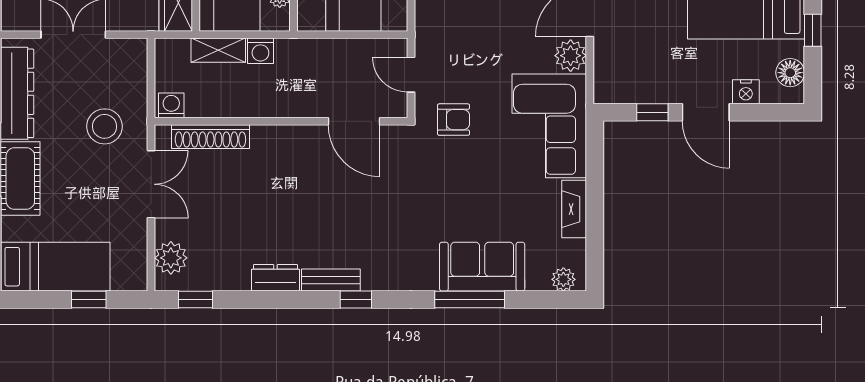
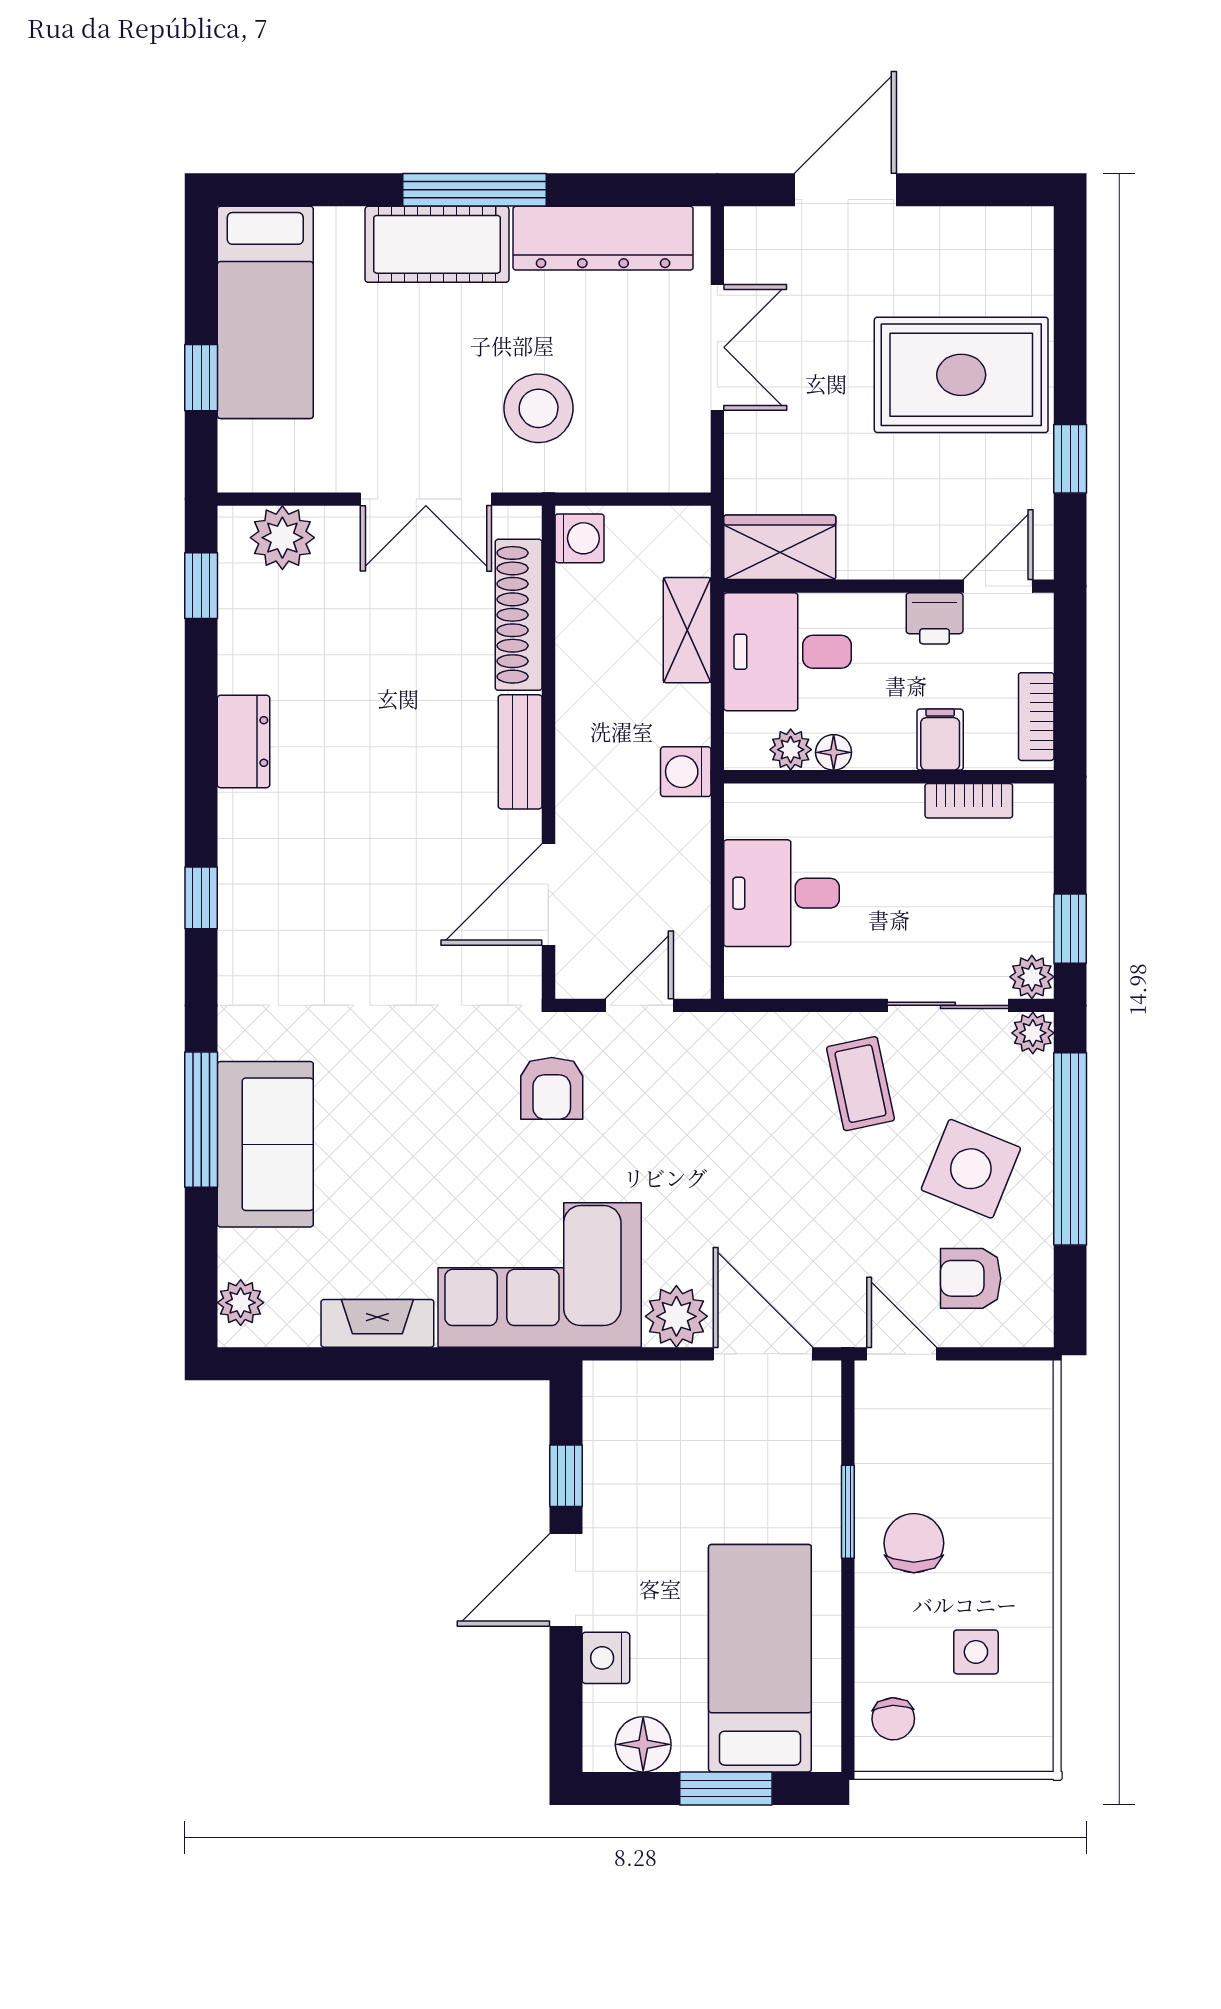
window: (813, 30) -> (726, 1788), width x1.50
washing machine: (260, 51) -> (686, 772), moved
bench: (331, 280) -> (520, 752), moved

